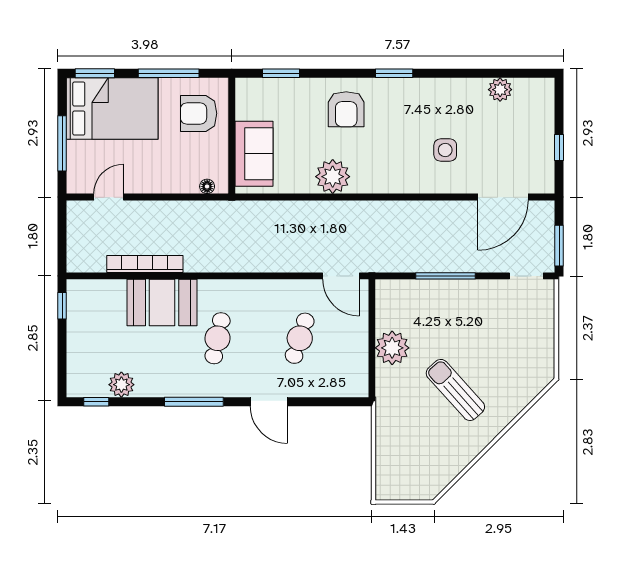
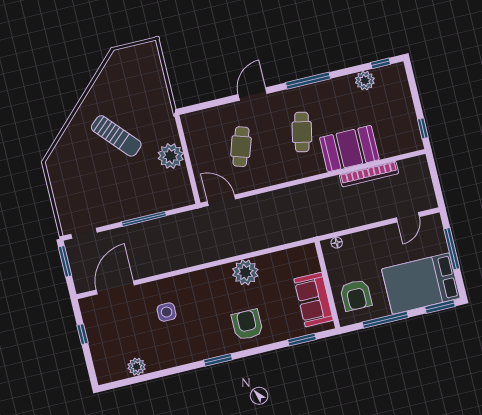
armchair: (199, 113) -> (356, 295), turned 90
sofa: (254, 154) -> (314, 300), moved
door: (269, 402) -> (253, 94), hinge flipped

